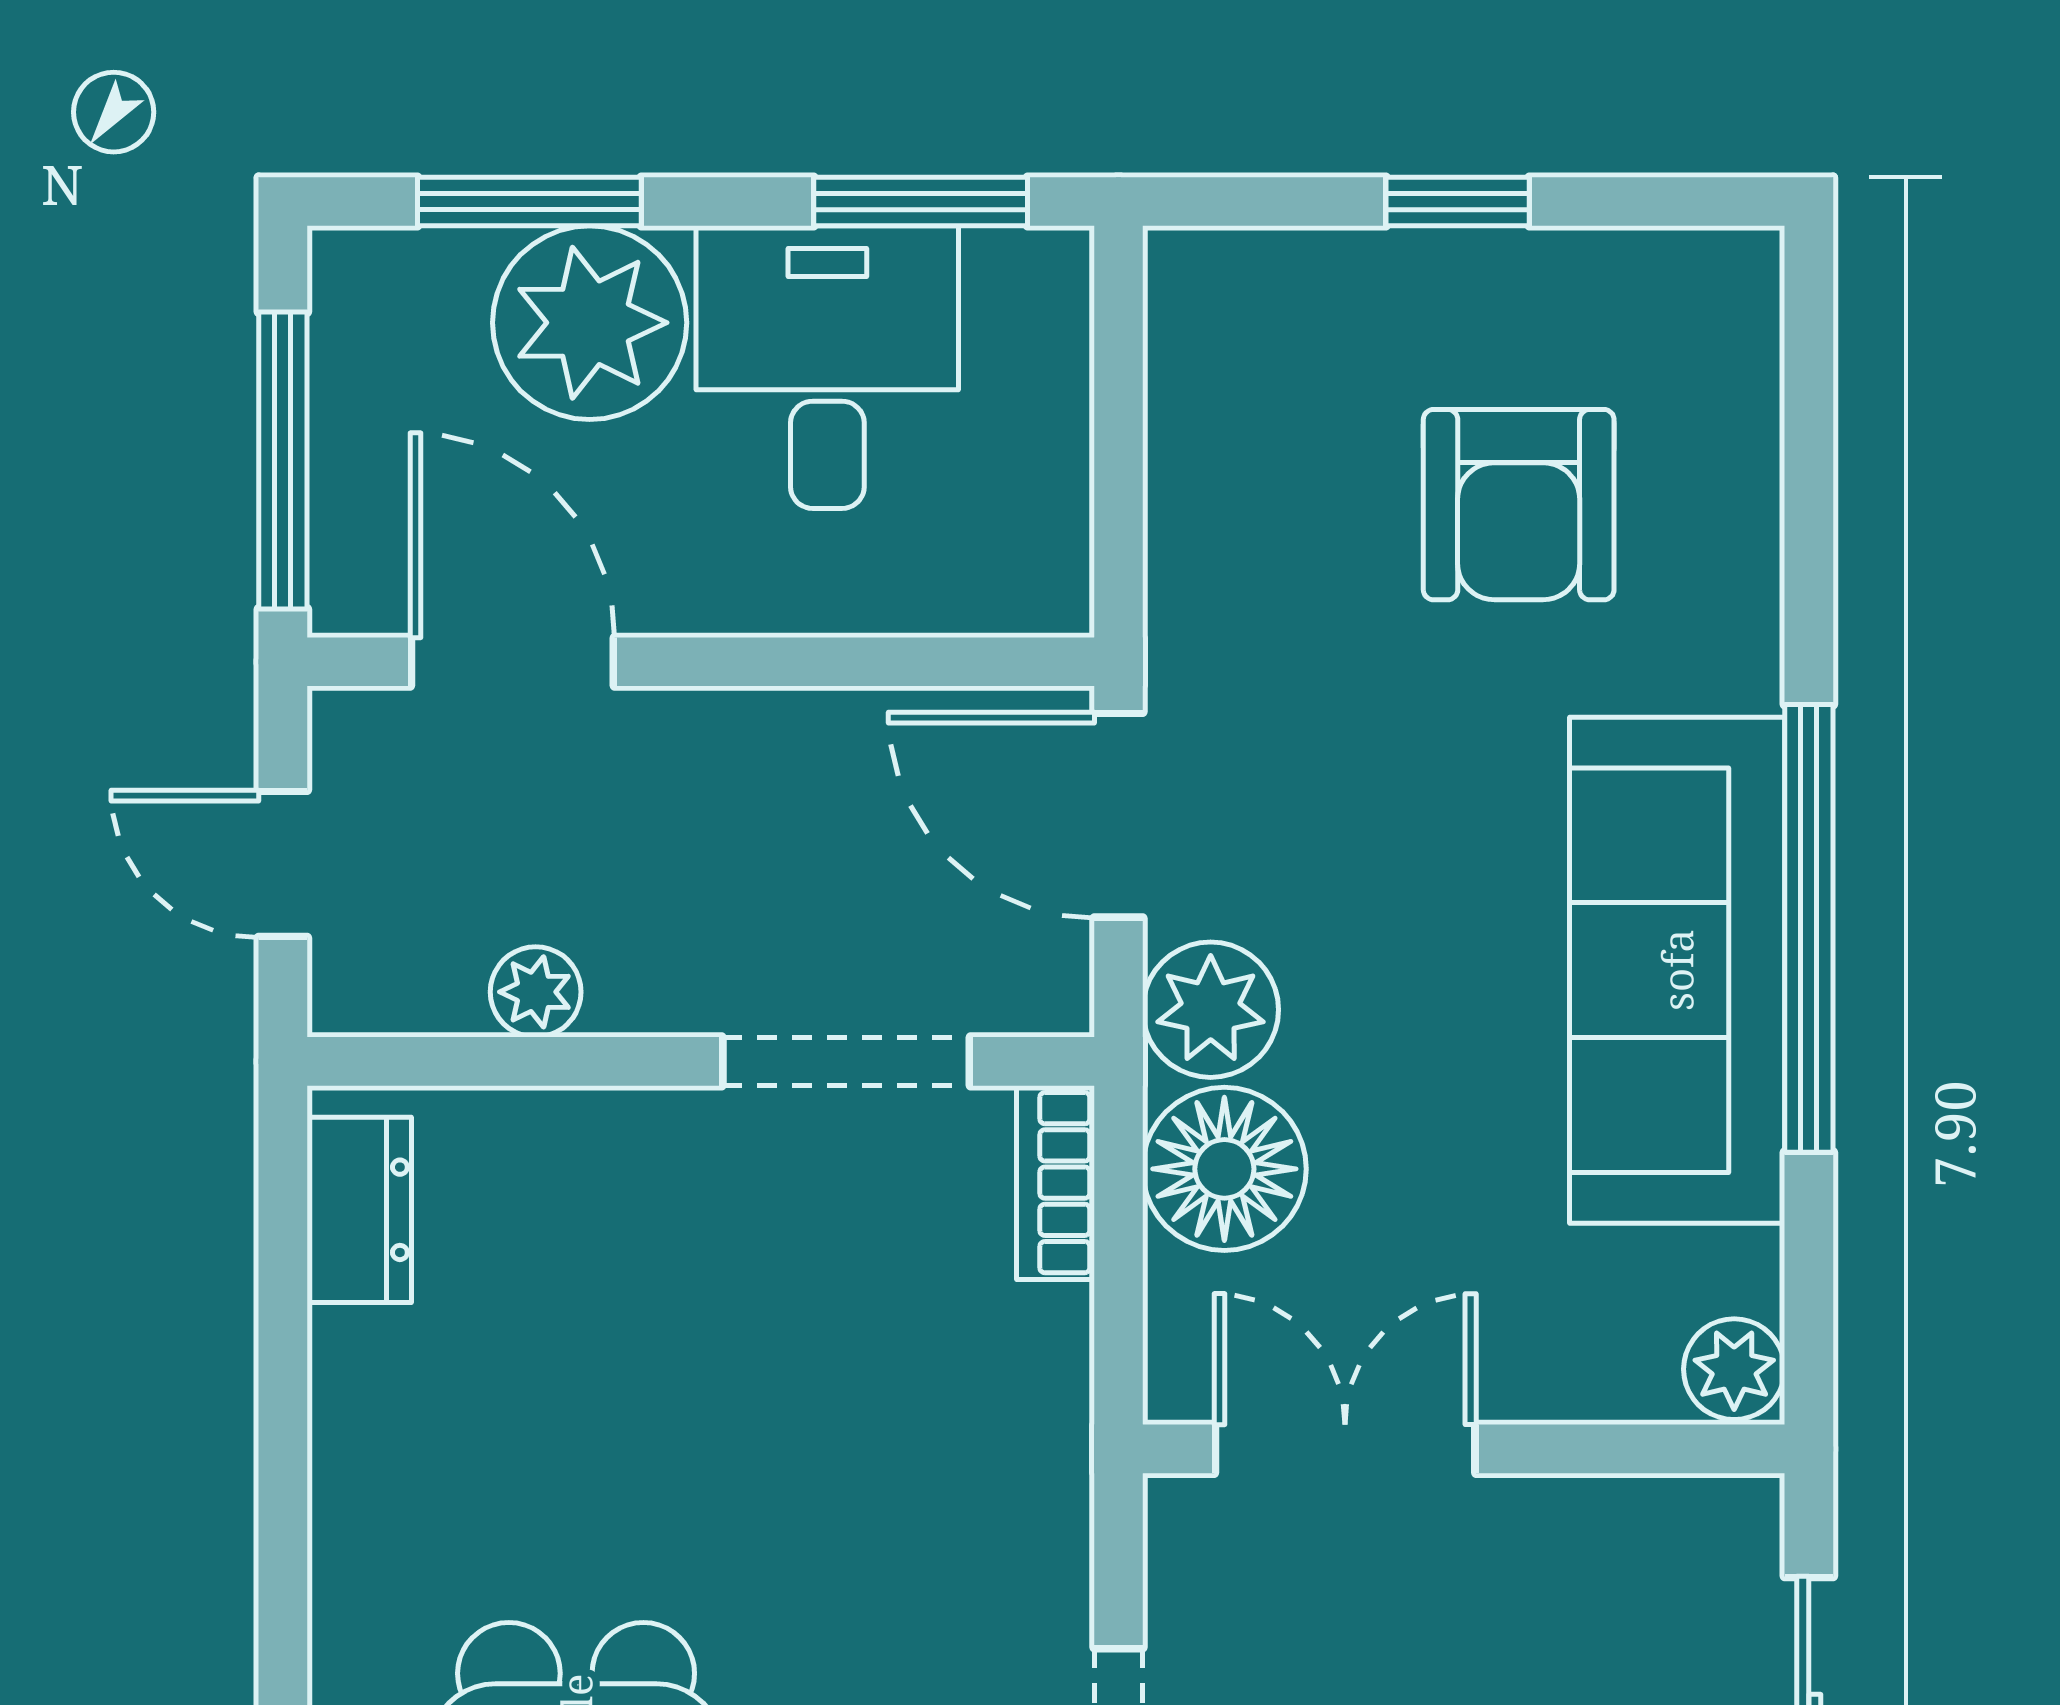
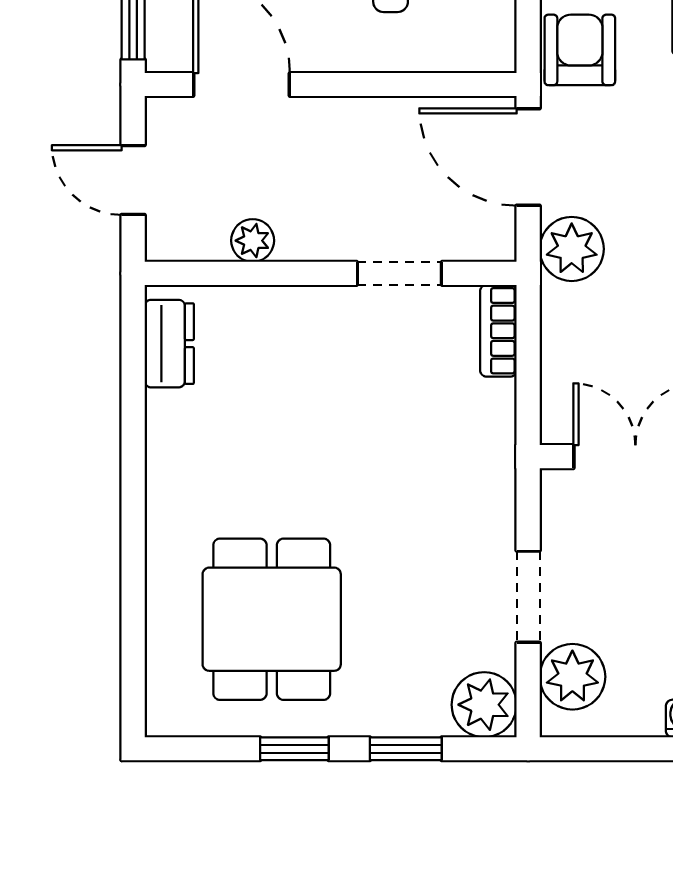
armchair: (1228, 589) -> (580, 50), added
doorway: (846, 1061) -> (399, 273), width x0.73
floor lamp: (1224, 1169) -> (578, 324), removed

